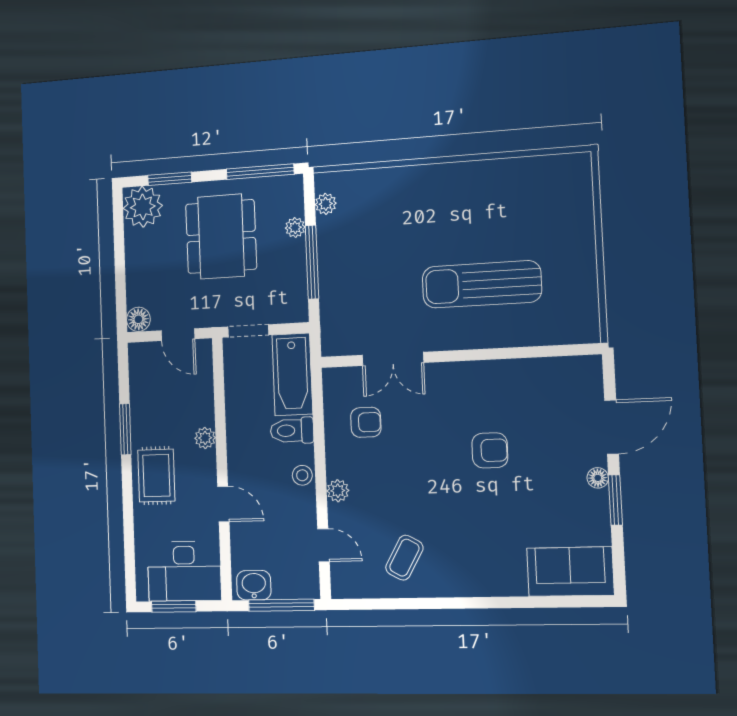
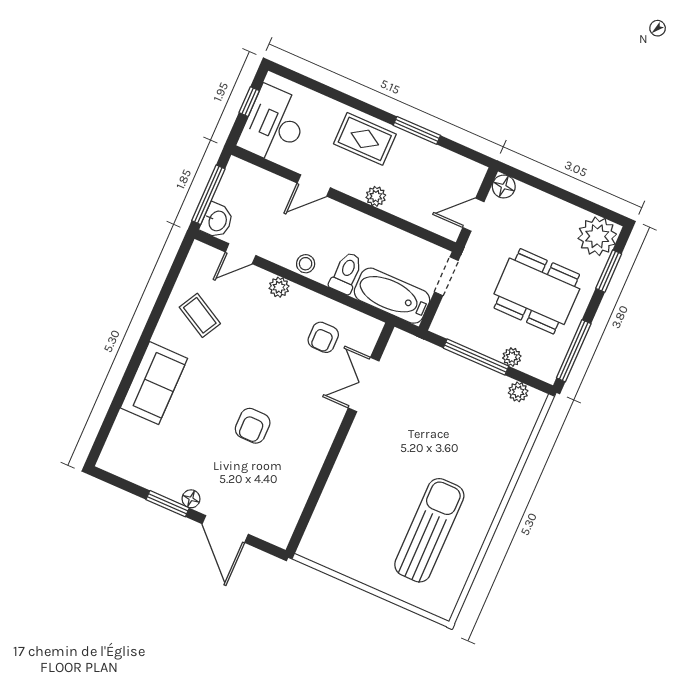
sun lounger: (482, 284) -> (429, 530), moved
sofa: (570, 572) -> (154, 383), moved
washbasin: (254, 585) -> (217, 221), moved
window: (174, 606) -> (249, 102), width x0.67

